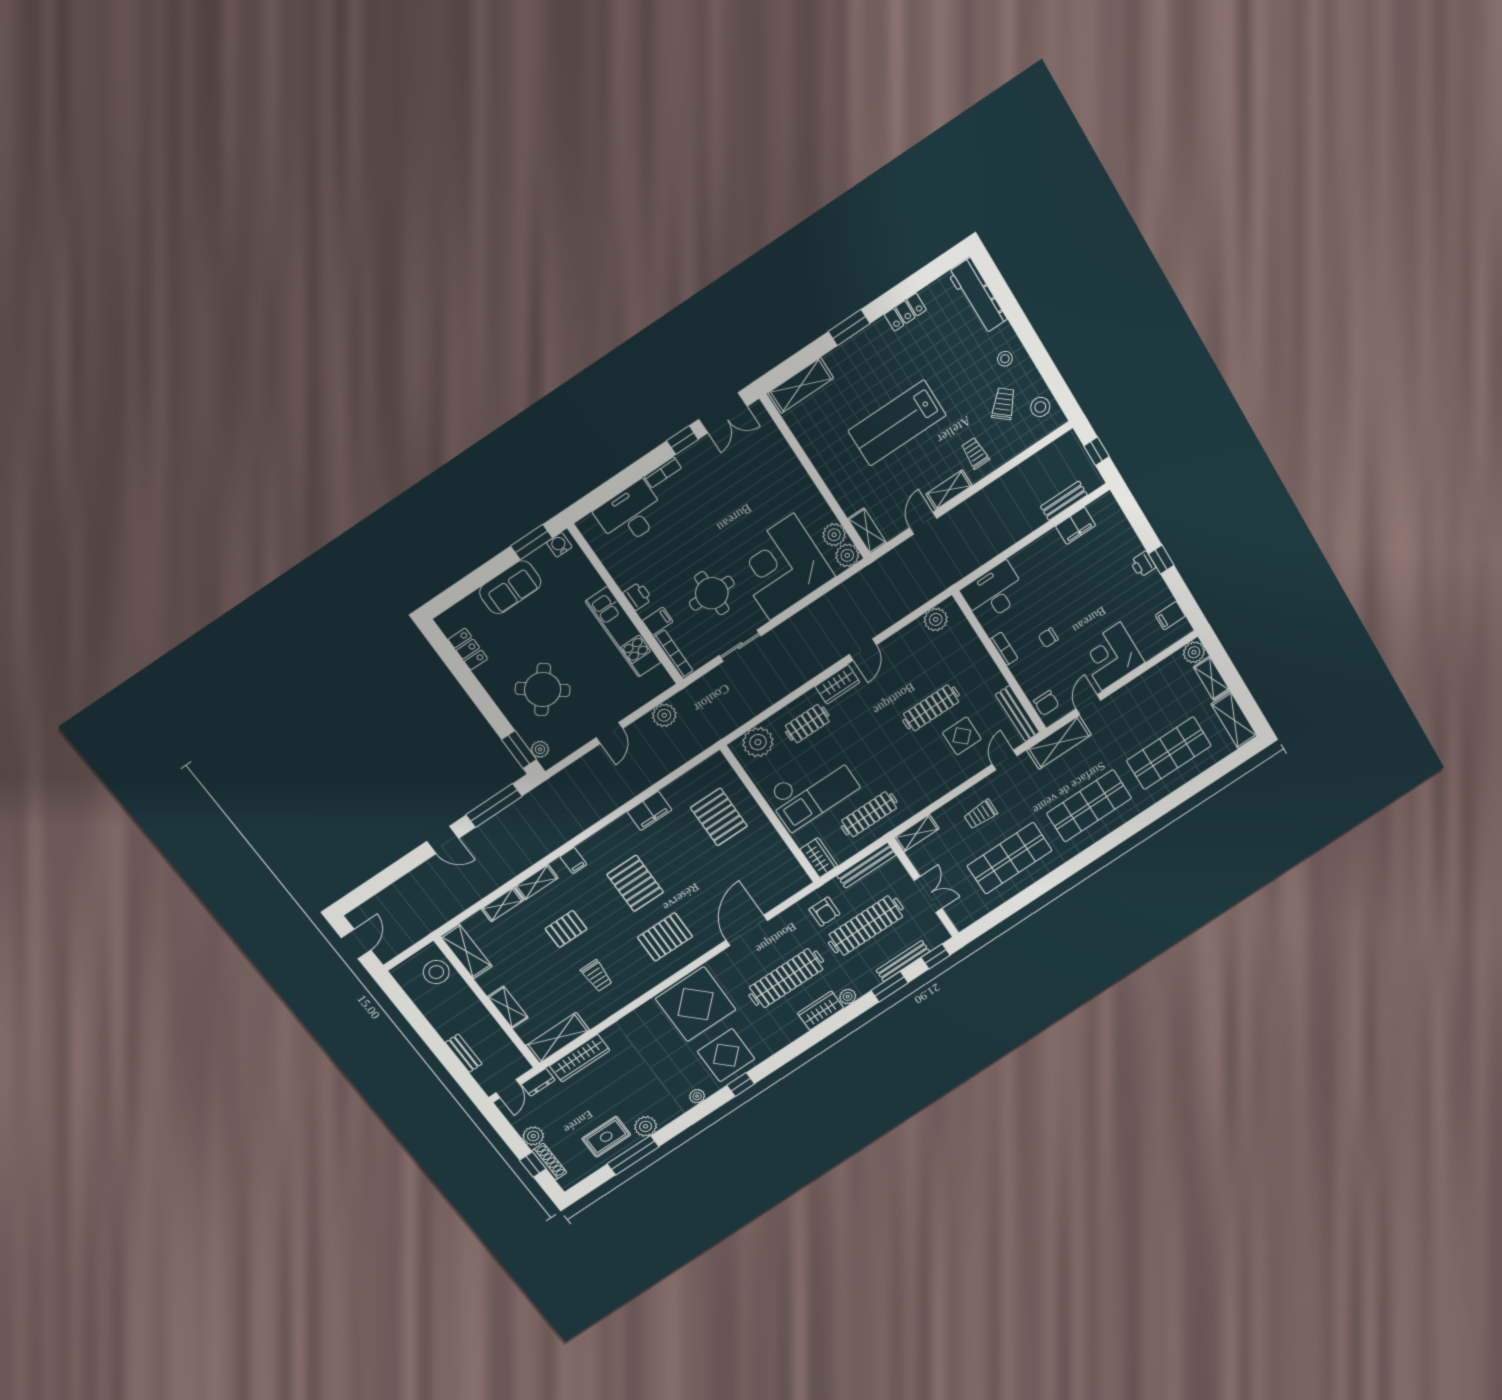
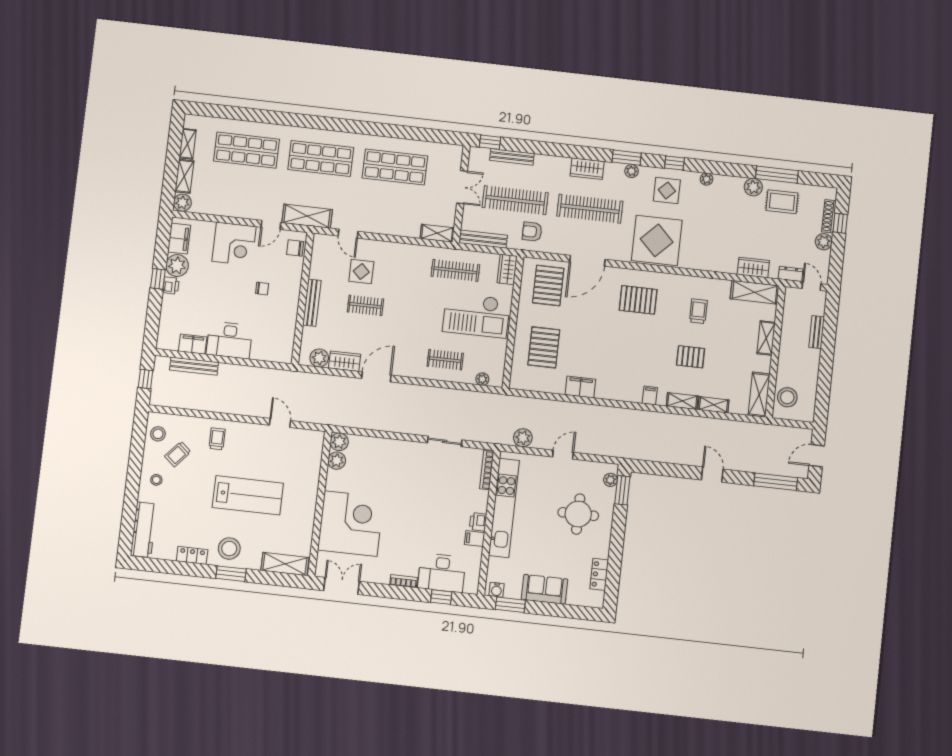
stool: (872, 352) -> (229, 549), added
window: (682, 440) -> (441, 597), moved
trolley: (975, 453) -> (217, 439), turned 180
shelving: (949, 490) -> (249, 430), removed
bench: (1064, 501) -> (194, 366), width x1.36
door: (923, 523) -> (280, 423), swing flipped
shelving: (867, 531) -> (316, 446), removed
corner desk: (782, 567) -> (351, 524), moved, turned -90
plant: (1152, 588) -> (177, 266), added
desk: (994, 592) -> (229, 340), moved
round table: (712, 593) -> (435, 487), removed
filing cabinet: (1170, 616) -> (179, 239), width x2.00
filing cabinet: (658, 621) -> (475, 539), moved
kitchen unit: (623, 632) -> (504, 508), width x1.36
bookcase: (1004, 649) -> (294, 305), removed
door: (863, 650) -> (376, 377), width x1.38
wardrobe: (838, 684) -> (345, 361), moved
round table: (543, 689) -> (578, 514), turned -38
chair: (1046, 703) -> (295, 248), turned -90
clothes rail: (931, 708) -> (365, 305), width x0.73
bench: (1018, 713) -> (312, 303), moved
shelving: (1234, 720) -> (188, 144), width x0.67, depth x0.75
plant: (758, 742) -> (482, 379), width x0.53, depth x0.53
door: (1005, 760) -> (348, 234), hinge flipped
checkout: (812, 791) -> (476, 315), turned 180
window: (494, 806) -> (776, 482), moved
trolley: (981, 814) -> (390, 211), removed
pallet: (635, 883) -> (548, 286), moved
double door: (928, 894) -> (462, 187), swing flipped
armchair: (824, 912) -> (532, 232), turned -90
window: (890, 987) -> (627, 158), moved
plant: (848, 996) -> (632, 171), moved
display table: (726, 1055) -> (667, 190), width x0.73, depth x0.73
wardrobe: (580, 1058) -> (753, 267), width x0.67
door: (508, 1089) -> (811, 286), hinge flipped

